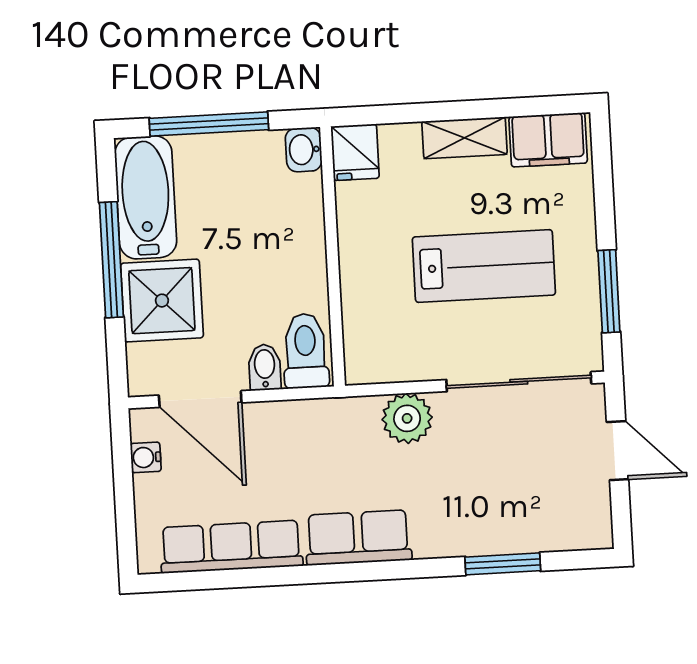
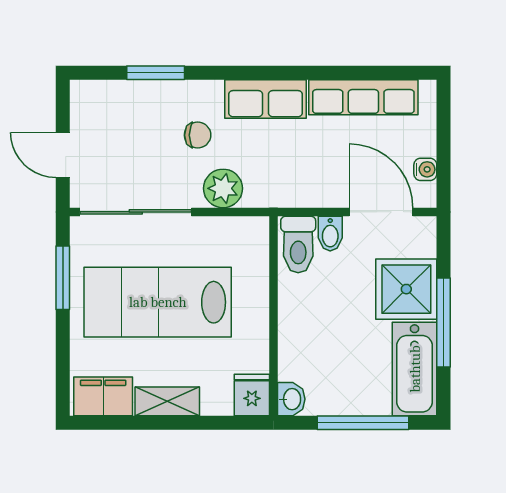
lab bench: (484, 266) -> (158, 302), width x1.36, depth x1.39
chair: (444, 486) -> (198, 135), added

